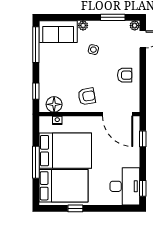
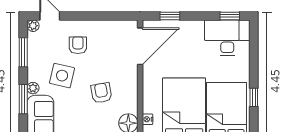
window: (74, 17) -> (23, 99), added
side table: (93, 50) -> (62, 76), width x1.87, depth x1.87
armchair: (125, 75) -> (78, 45), moved
armchair: (87, 96) -> (101, 93), moved

